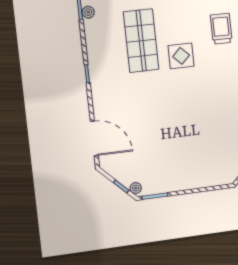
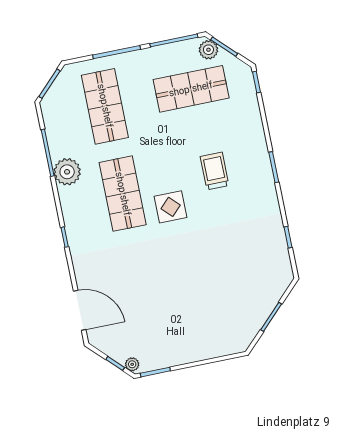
plant: (88, 12) -> (67, 172), width x1.88, depth x1.88

